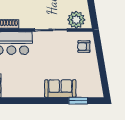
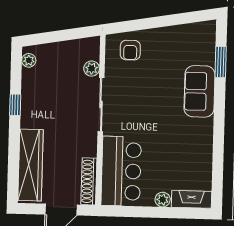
plant: (76, 20) -> (92, 69), width x0.53, depth x0.53

